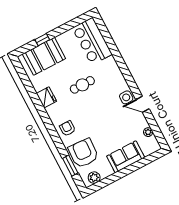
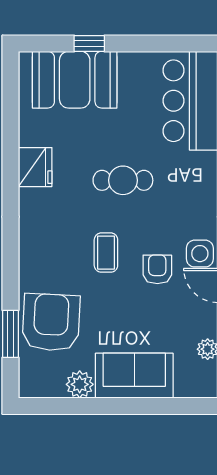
coffee table: (90, 116) -> (106, 253), added
armchair: (67, 128) -> (157, 269), moved
plant: (94, 178) -> (80, 384), moved

